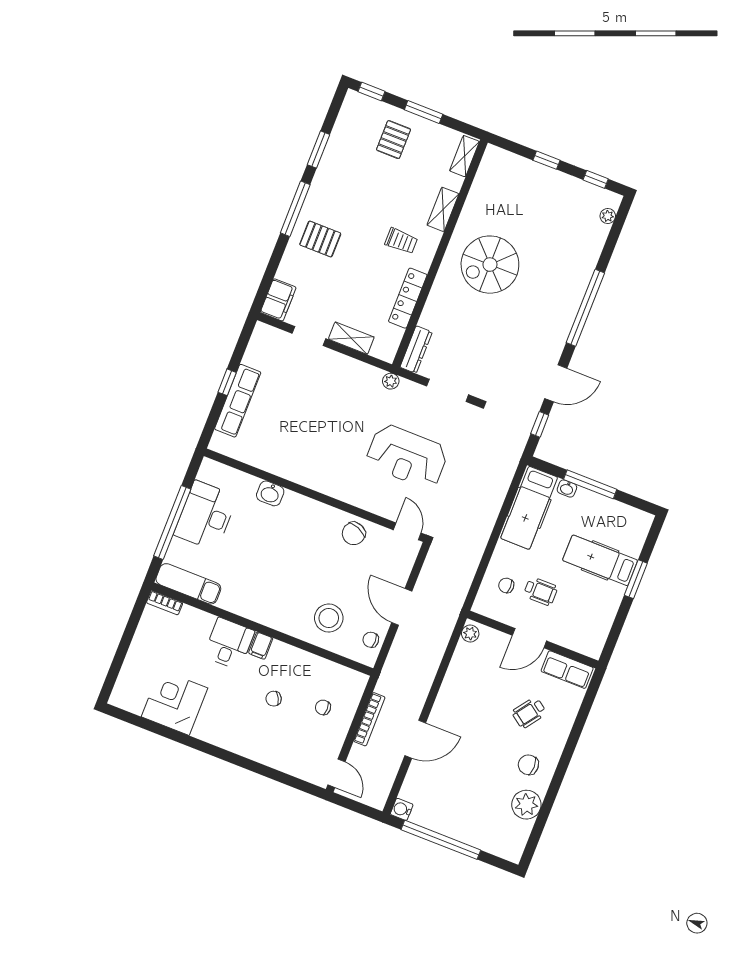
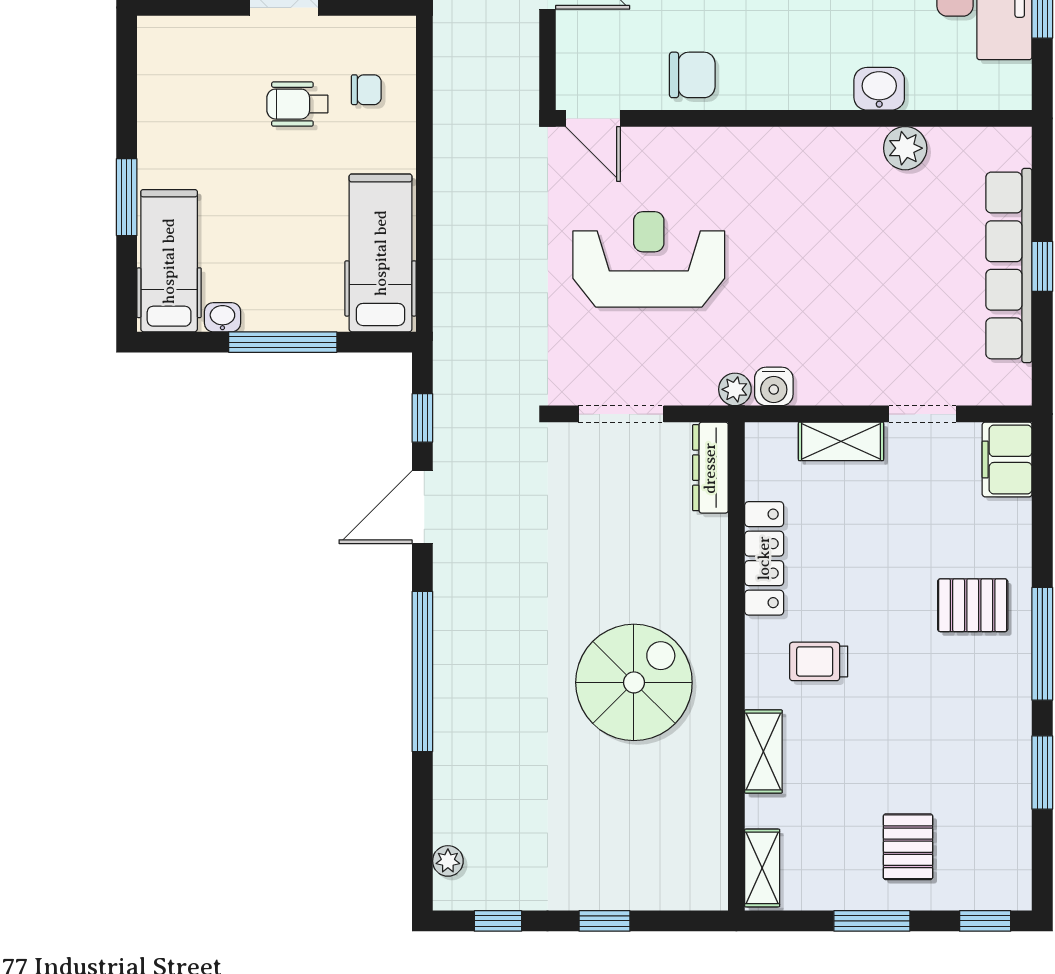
water cooler: (372, 375) -> (774, 386), added
row of seats: (238, 401) -> (1009, 265), width x1.36
plant: (269, 461) -> (905, 148), added
washbasin: (567, 488) -> (222, 317), moved
chair: (354, 533) -> (692, 75), turned 68
hospital bed: (600, 560) -> (169, 261), moved, turned -90

